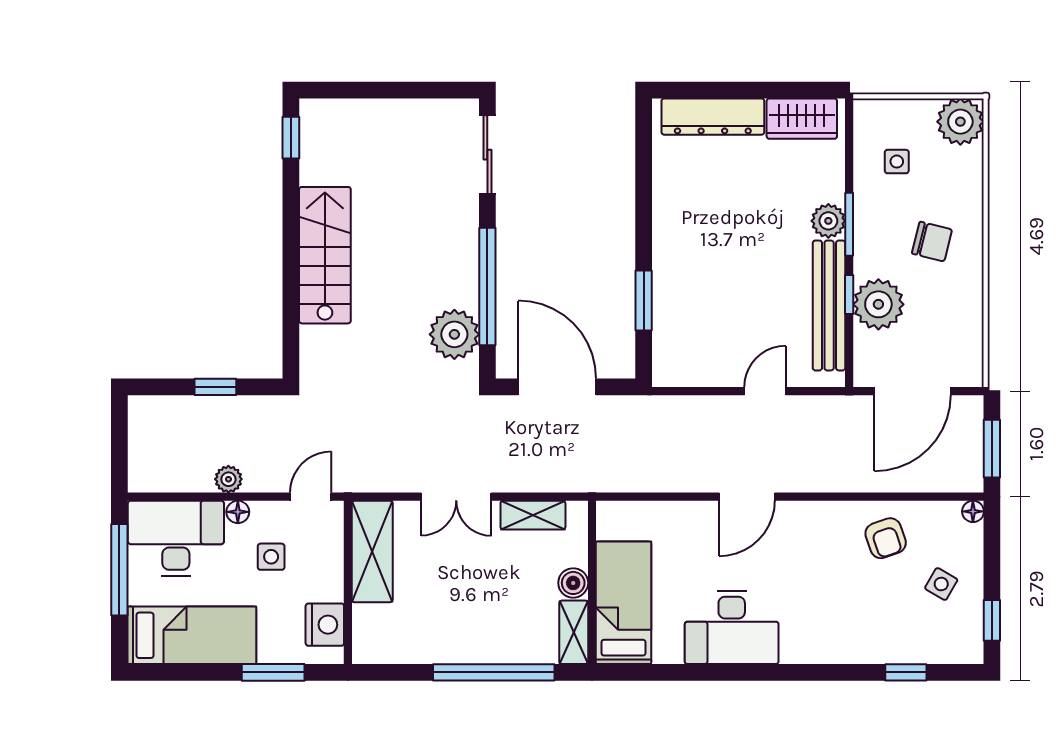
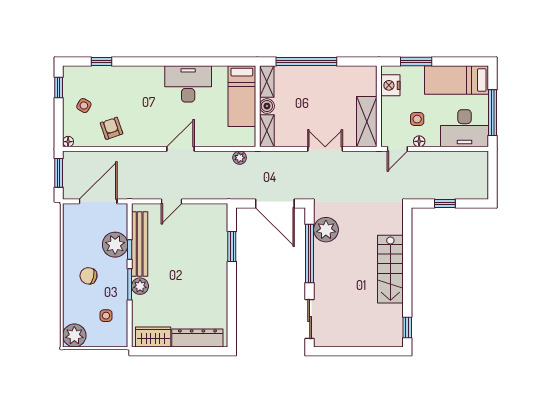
plant: (228, 479) -> (240, 158), moved
floor lamp: (238, 512) -> (419, 141), moved
shelving: (533, 515) -> (267, 131), moved, turned 90

